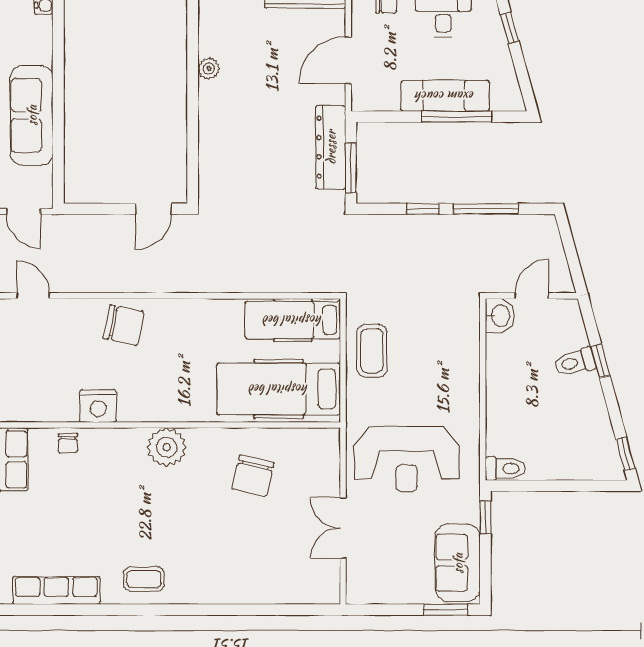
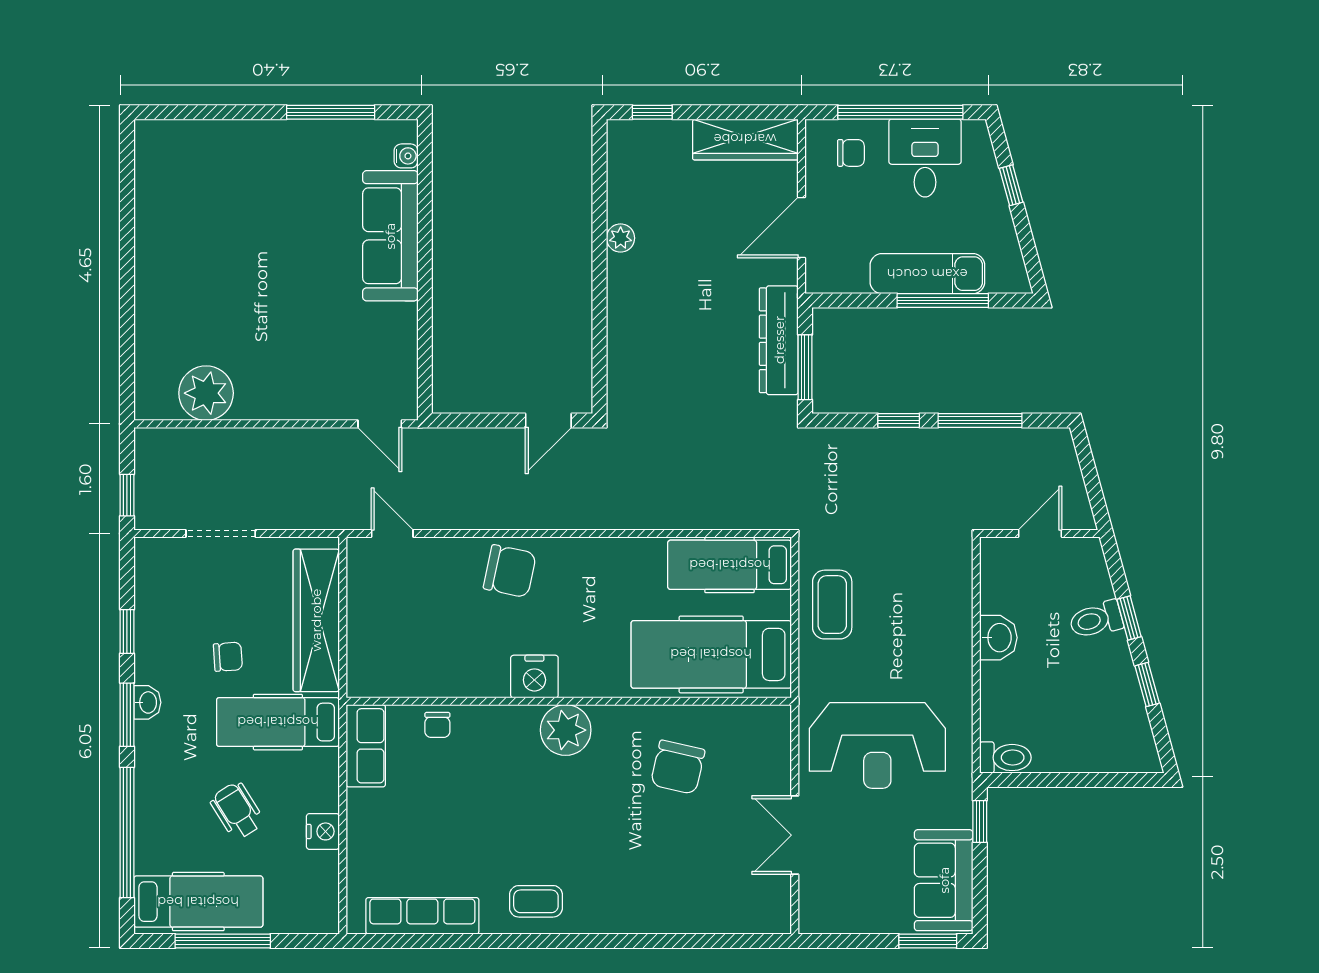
sofa: (32, 115) -> (390, 236), moved
washbasin: (500, 316) -> (998, 638), moved
nightstand: (98, 406) -> (534, 677), moved
window: (626, 454) -> (1147, 685), moved

